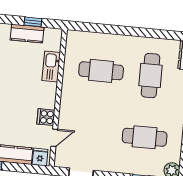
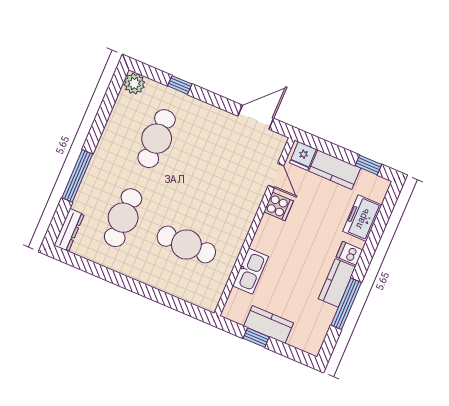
cafe table: (145, 137) -> (157, 139), turned 90
door: (54, 138) -> (276, 176), swing flipped

